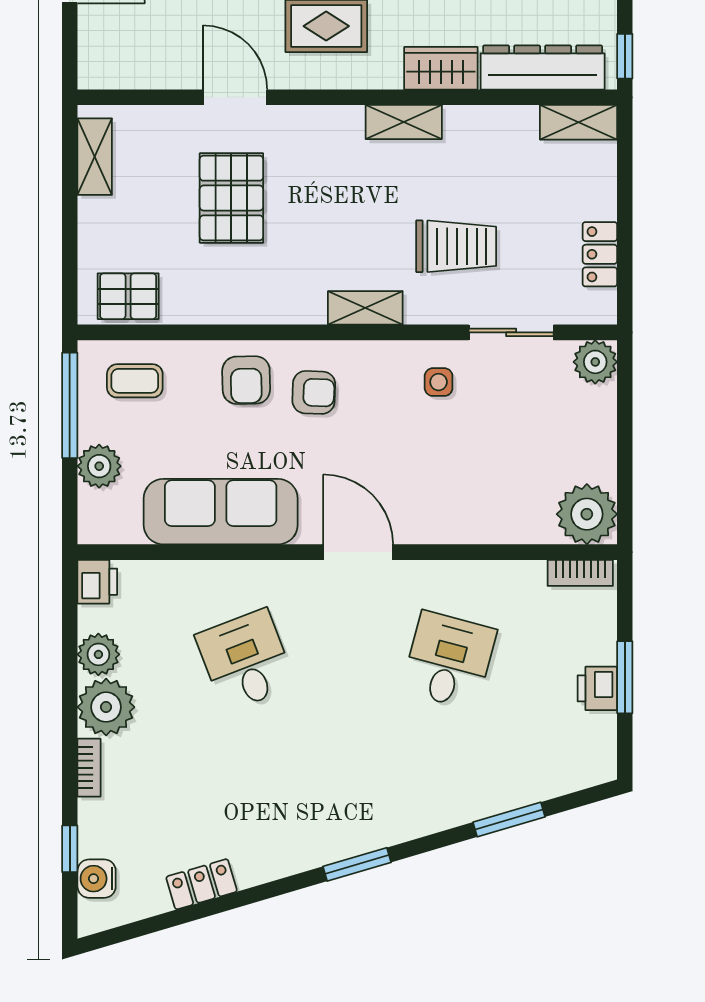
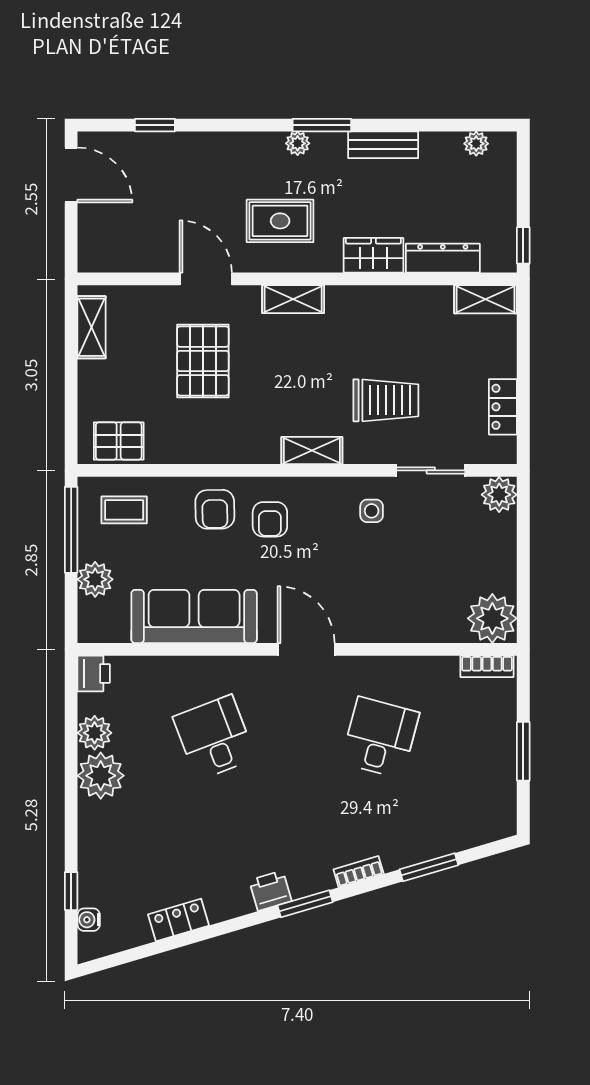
dresser: (543, 67) -> (443, 258), width x0.73, depth x0.80
shelving: (404, 122) -> (293, 299), moved
armchair: (314, 392) -> (270, 519), turned 88
printer: (597, 688) -> (270, 891), moved, turned 74
bookcase: (89, 768) -> (359, 872), moved, turned -106
water cooler: (97, 879) -> (89, 920), width x0.72, depth x0.72

